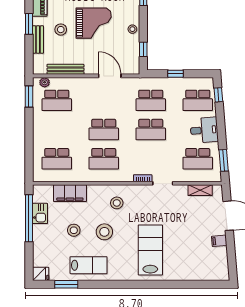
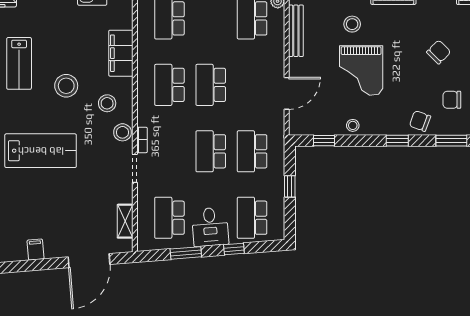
window: (218, 95) -> (234, 249), moved
window: (224, 160) -> (186, 253), moved
filing cabinet: (70, 193) -> (121, 53), moved
stool: (74, 230) -> (122, 132), moved
filing cabinet: (219, 241) -> (36, 250), moved

